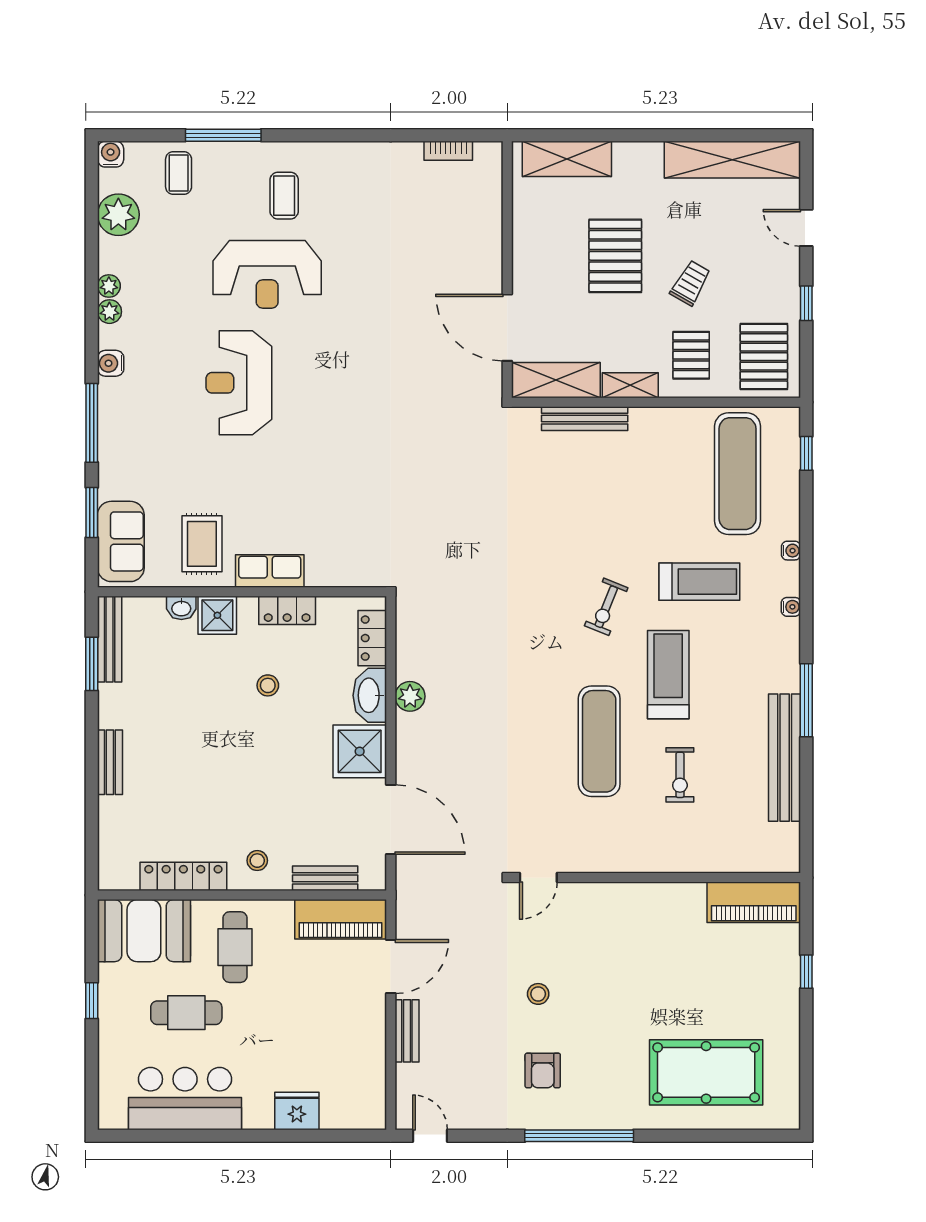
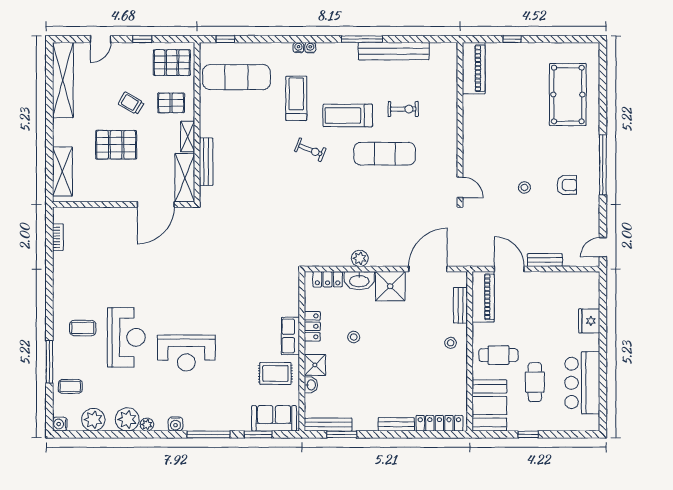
plant: (109, 286) -> (127, 419), width x1.88, depth x1.88
water cooler: (791, 551) -> (298, 48), moved
locker: (183, 876) -> (439, 423), moved, turned 90

